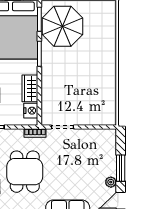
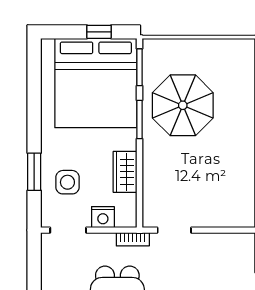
parasol: (62, 26) -> (183, 105), moved
nightstand: (31, 111) -> (103, 217), moved, turned 90

